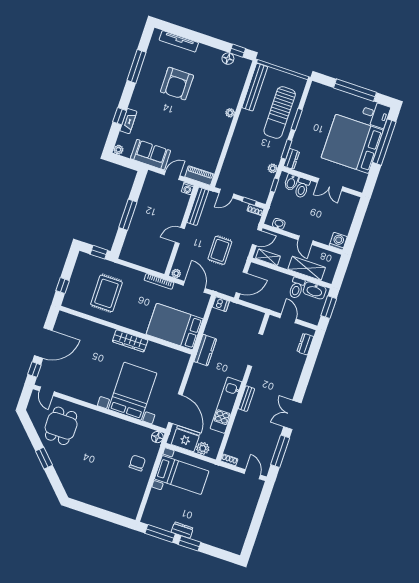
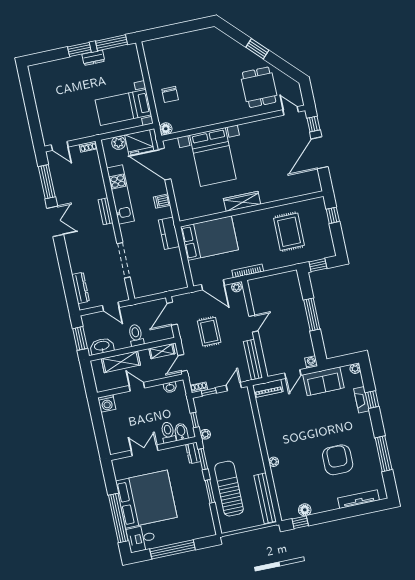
washing machine: (188, 188) -> (311, 362), moved
toilet: (297, 288) -> (136, 335), moved
dishwasher: (221, 304) -> (162, 201), moved
dresser: (305, 344) -> (80, 288), width x1.44

